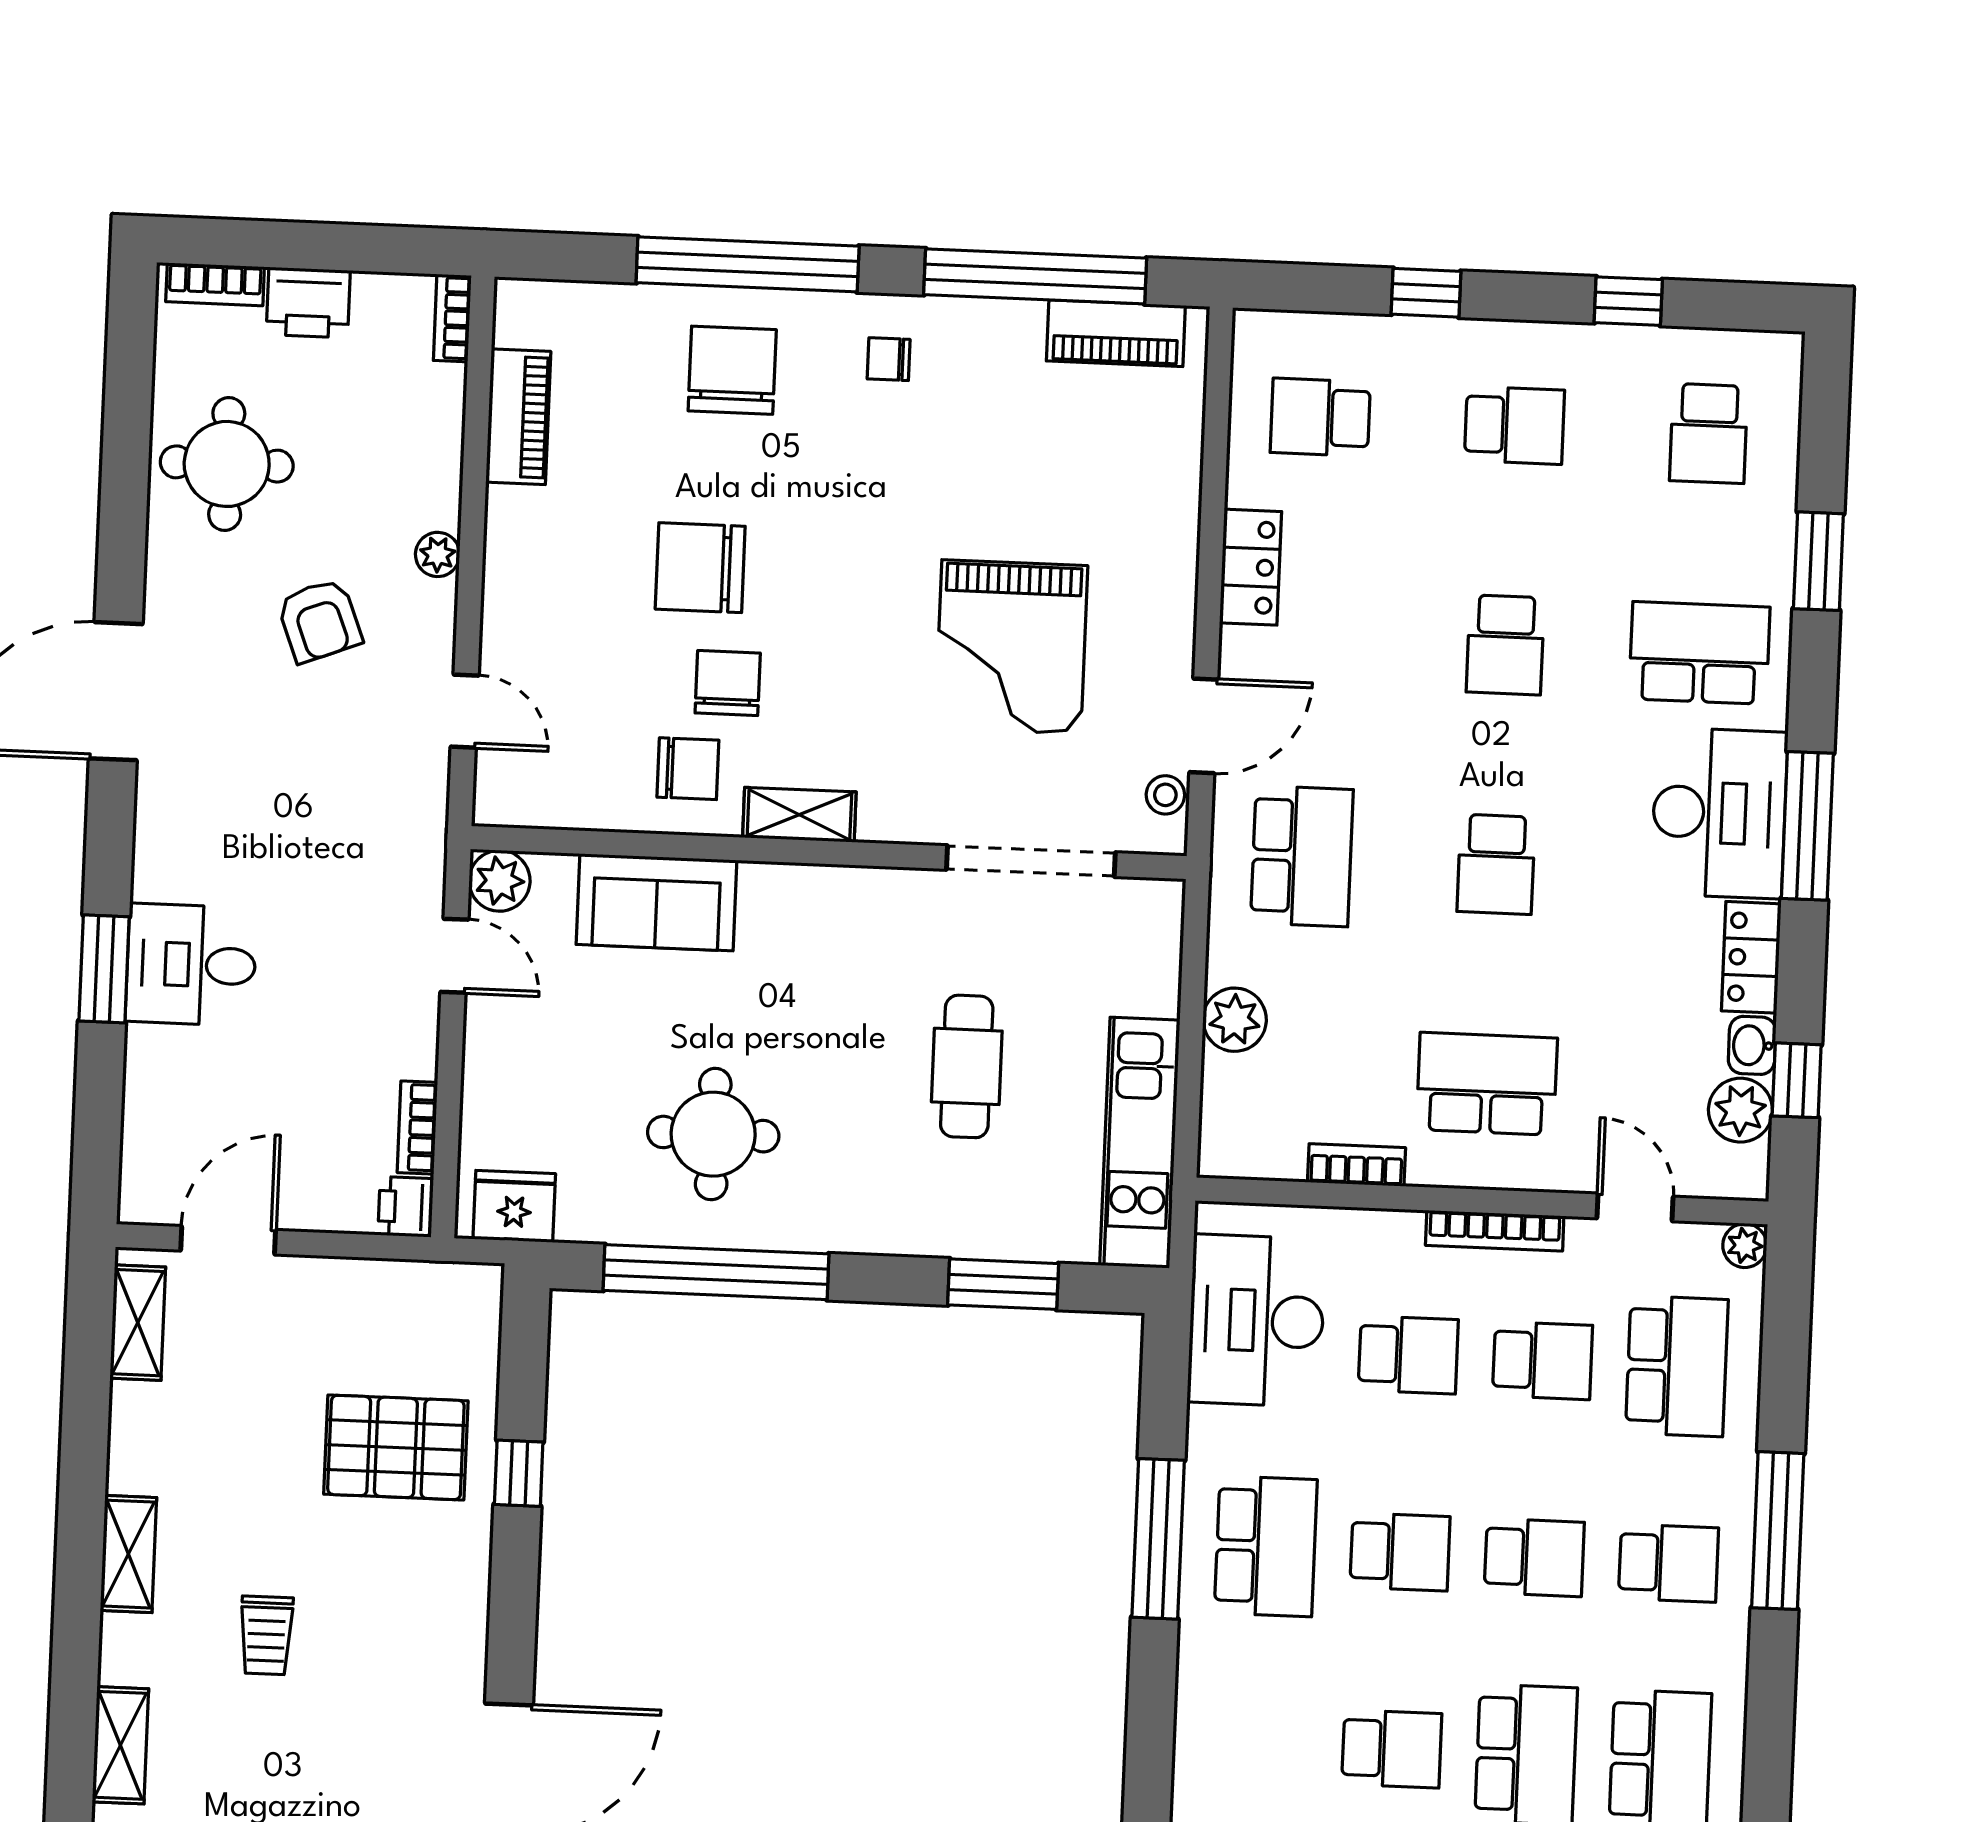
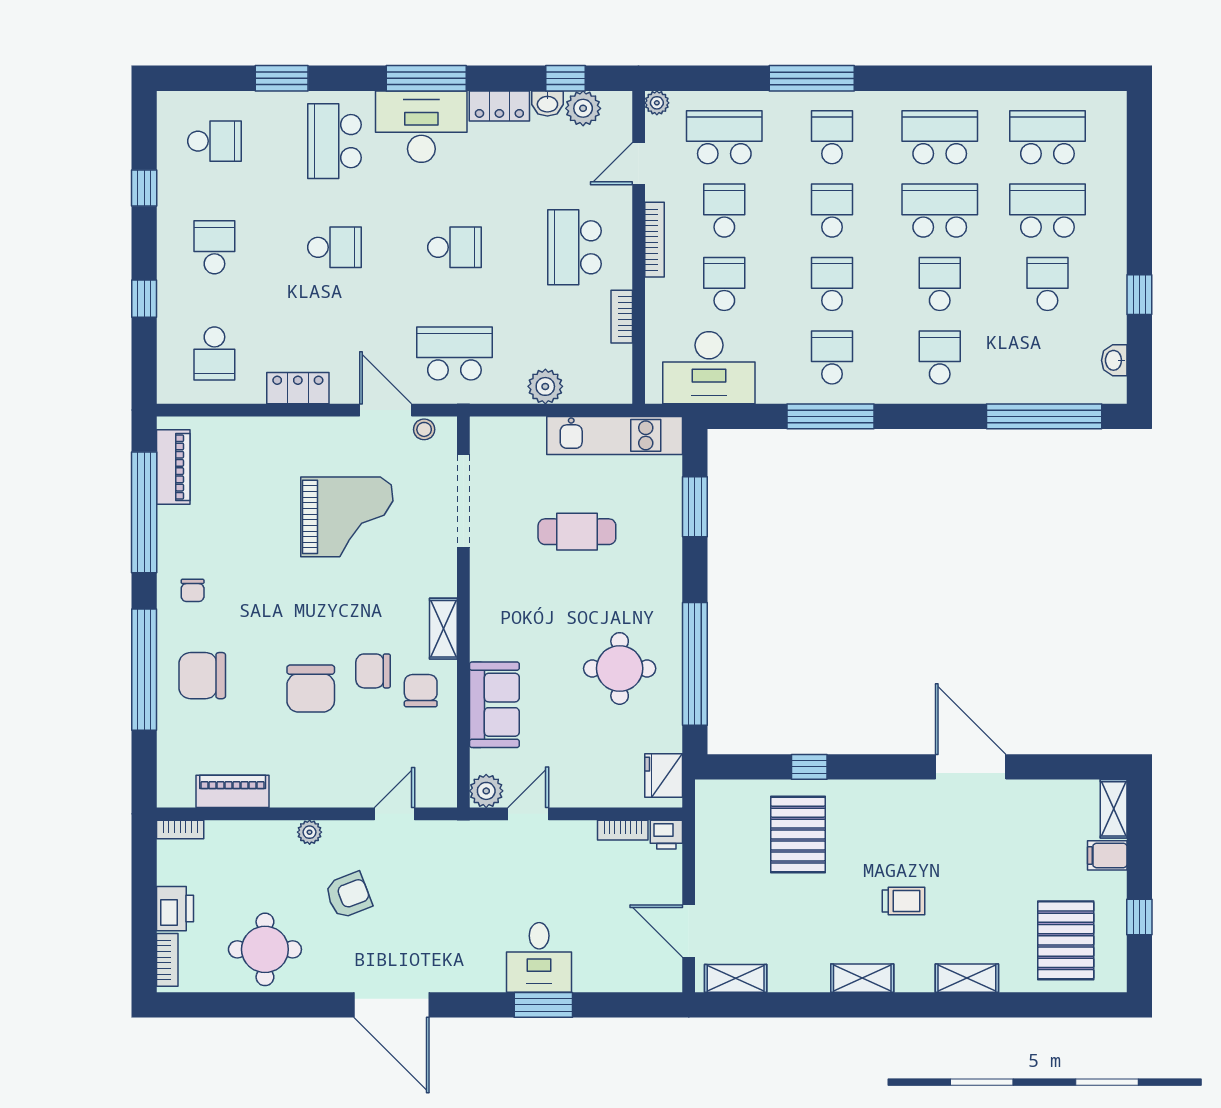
school desk: (1266, 1546) -> (832, 357), width x0.54
school desk: (1257, 1743) -> (940, 357), added

